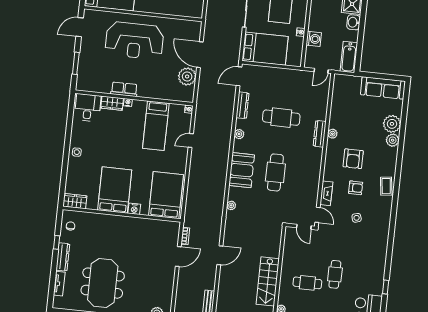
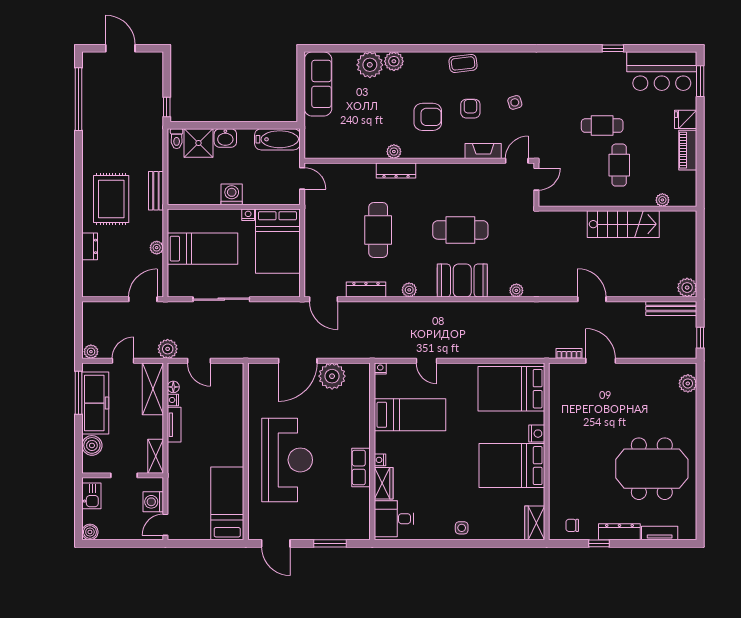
washing machine: (314, 39) -> (232, 194), moved
bed: (265, 49) -> (277, 241), moved, turned 180

